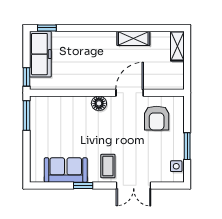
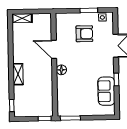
shelving: (133, 38) -> (18, 74), moved
freezer: (40, 54) -> (29, 110), removed
armchair: (157, 118) -> (84, 34), moved
coffee table: (108, 166) -> (103, 63), removed

